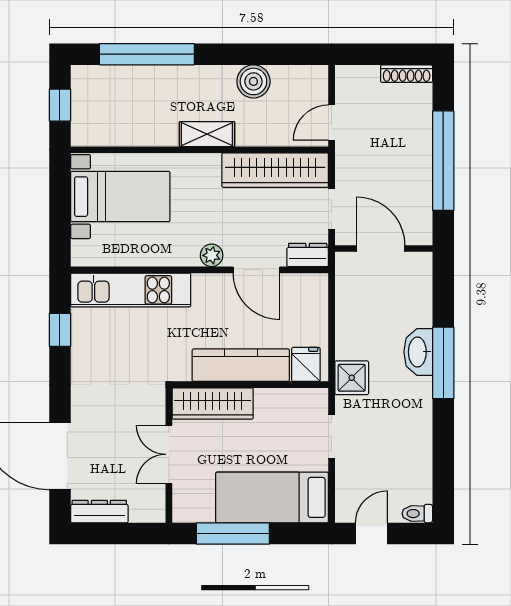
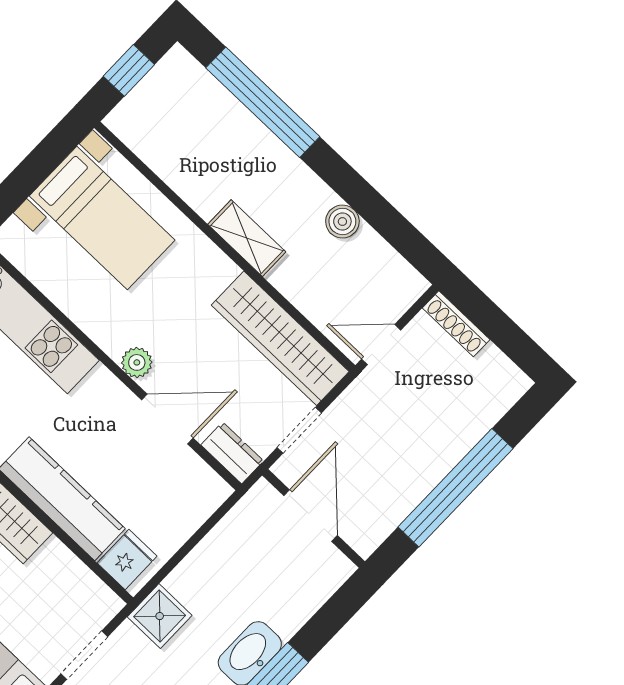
shoe rack: (407, 74) -> (456, 324), moved
boiler: (253, 81) -> (342, 221), width x0.73, depth x0.73
door: (256, 270) -> (167, 419), swing flipped

